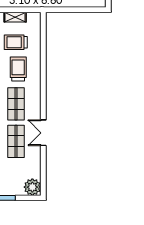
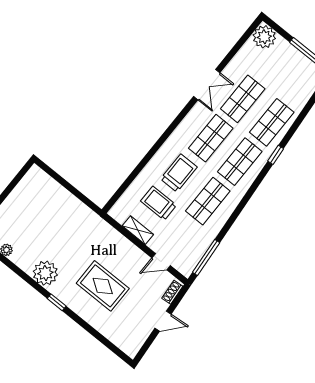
trolley: (16, 42) -> (159, 203), turned 180
trolley: (18, 69) -> (179, 173), turned 180

